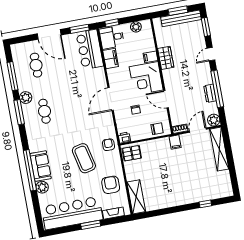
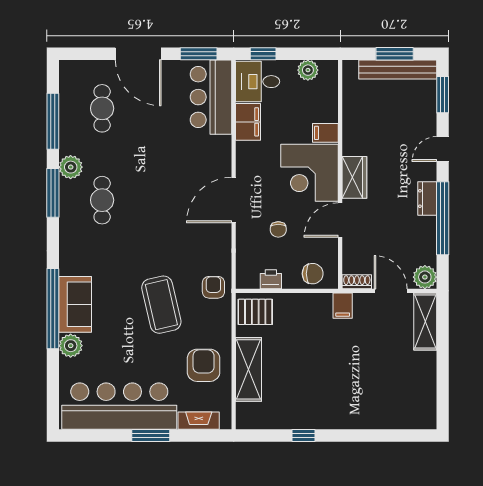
wardrobe: (166, 58) -> (354, 177), moved
dresser: (210, 93) -> (427, 198), moved
door: (166, 99) -> (340, 220), hinge flipped
door: (198, 130) -> (391, 291), hinge flipped
printer: (124, 138) -> (271, 279), moved
shelving: (219, 149) -> (425, 321), width x0.68
shelving: (136, 197) -> (249, 369), moved
window: (205, 204) -> (303, 436), moved

